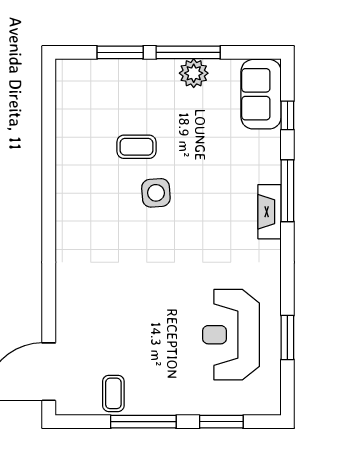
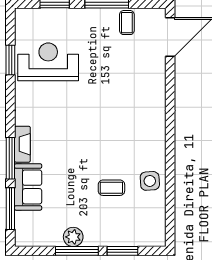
sofa: (261, 94) -> (28, 187), moved
window: (287, 115) -> (10, 209), width x2.17
side table: (156, 193) -> (150, 181), moved
reception desk: (231, 335) -> (48, 62), turned -90

